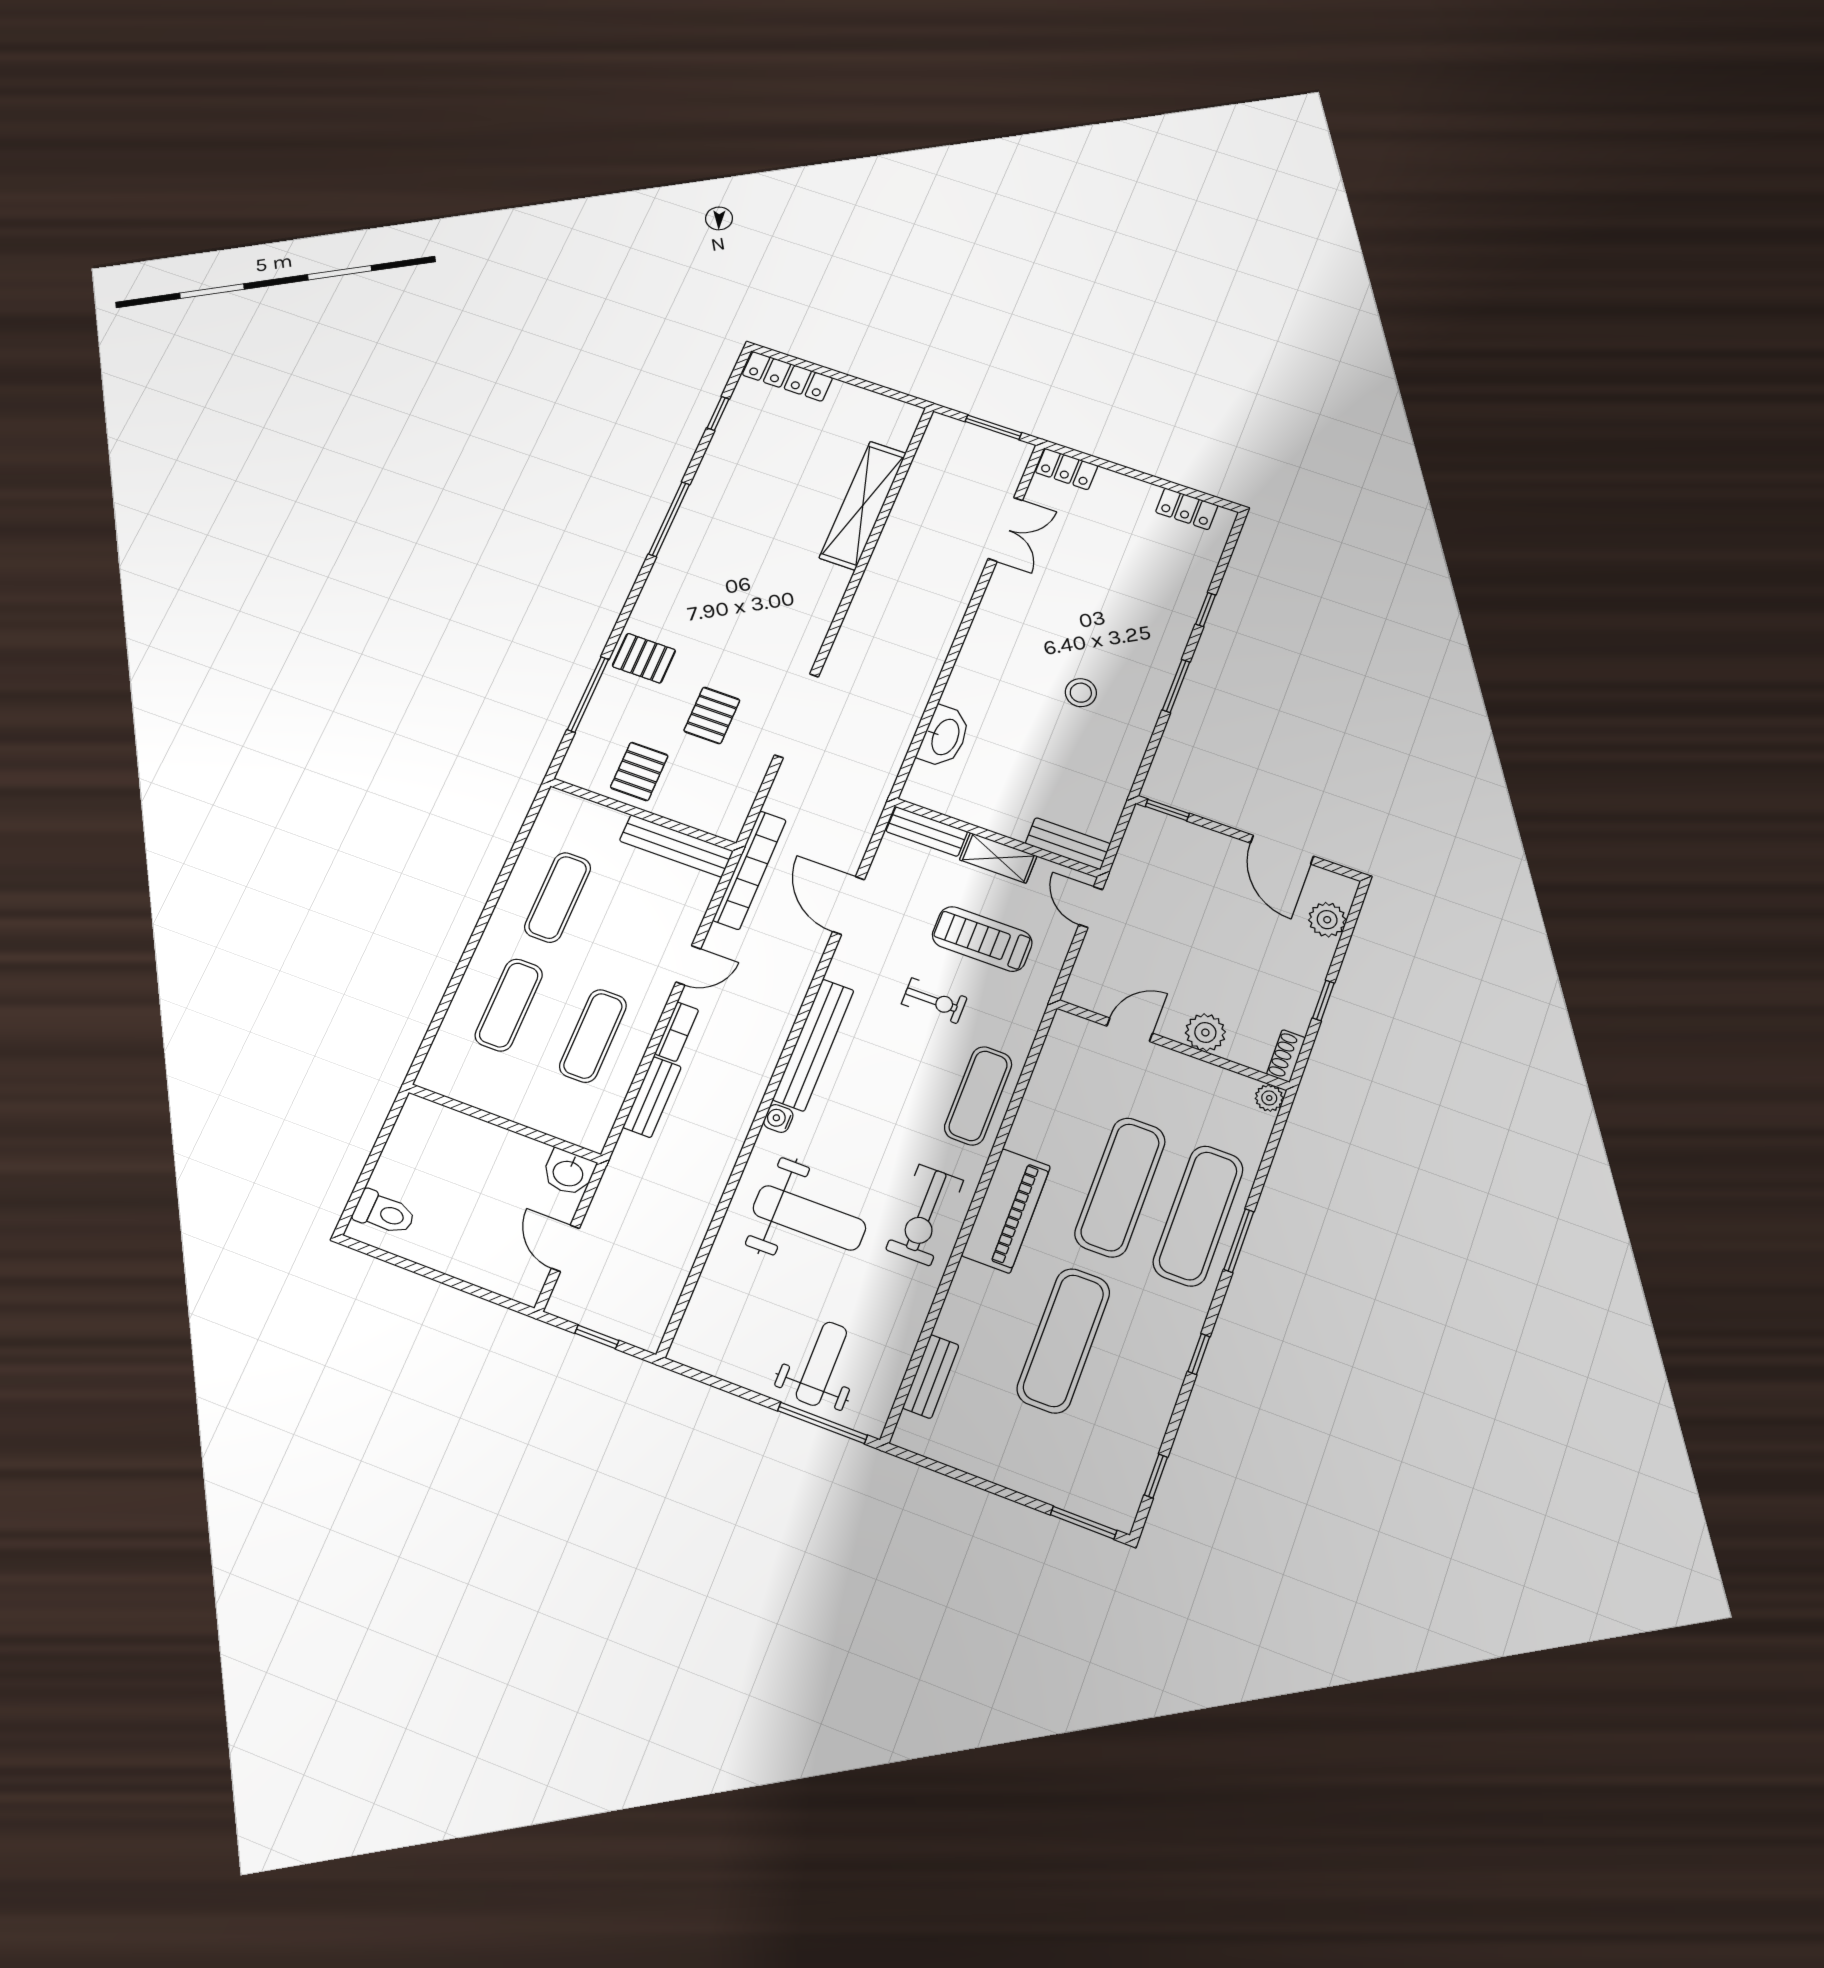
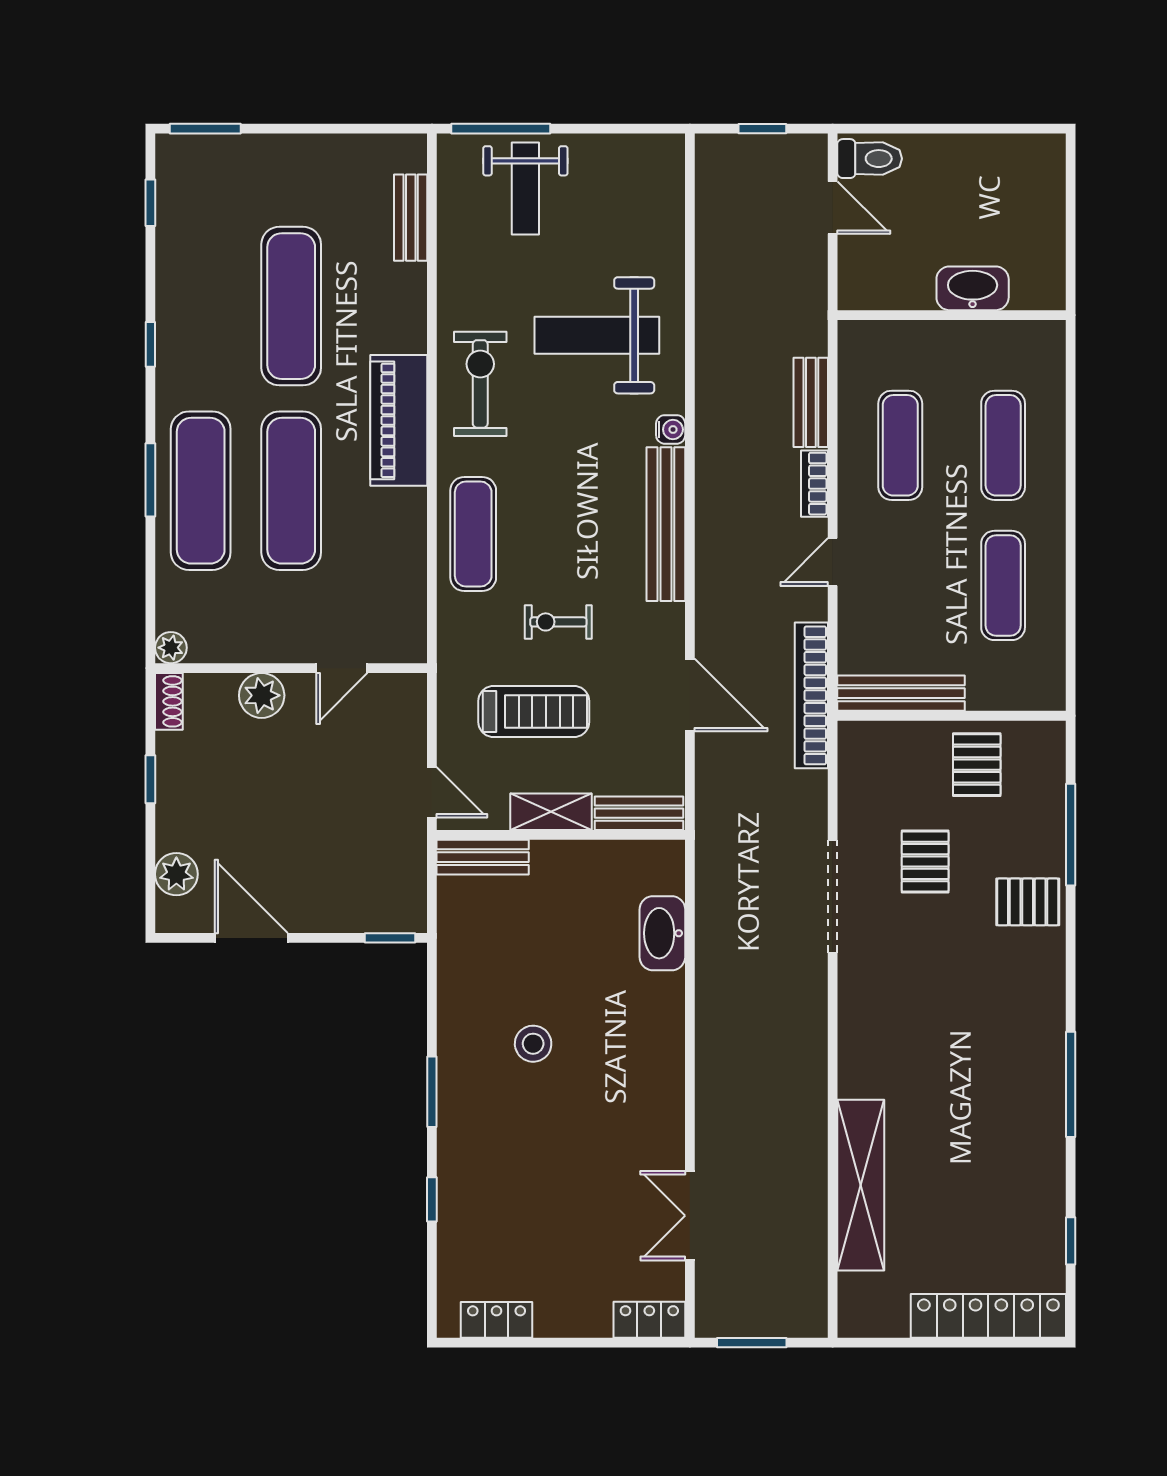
locker: (787, 376) -> (988, 1316), width x1.41, depth x1.21
washbasin: (568, 1172) -> (973, 288), moved, width x1.38
toilet: (384, 1213) -> (870, 159), moved, turned 180

